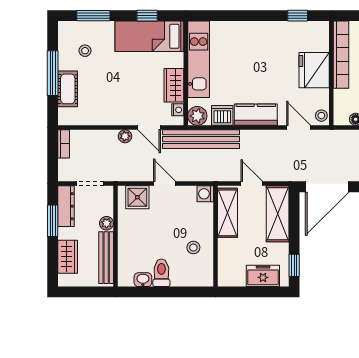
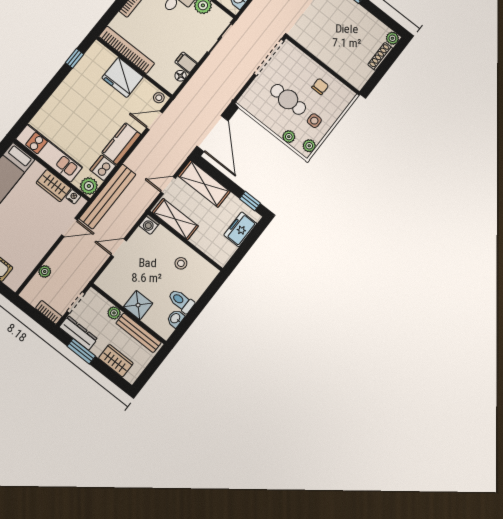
plant: (125, 136) -> (45, 272), moved
bookcase: (64, 144) -> (49, 312), moved
shower: (137, 197) -> (138, 305), moved

